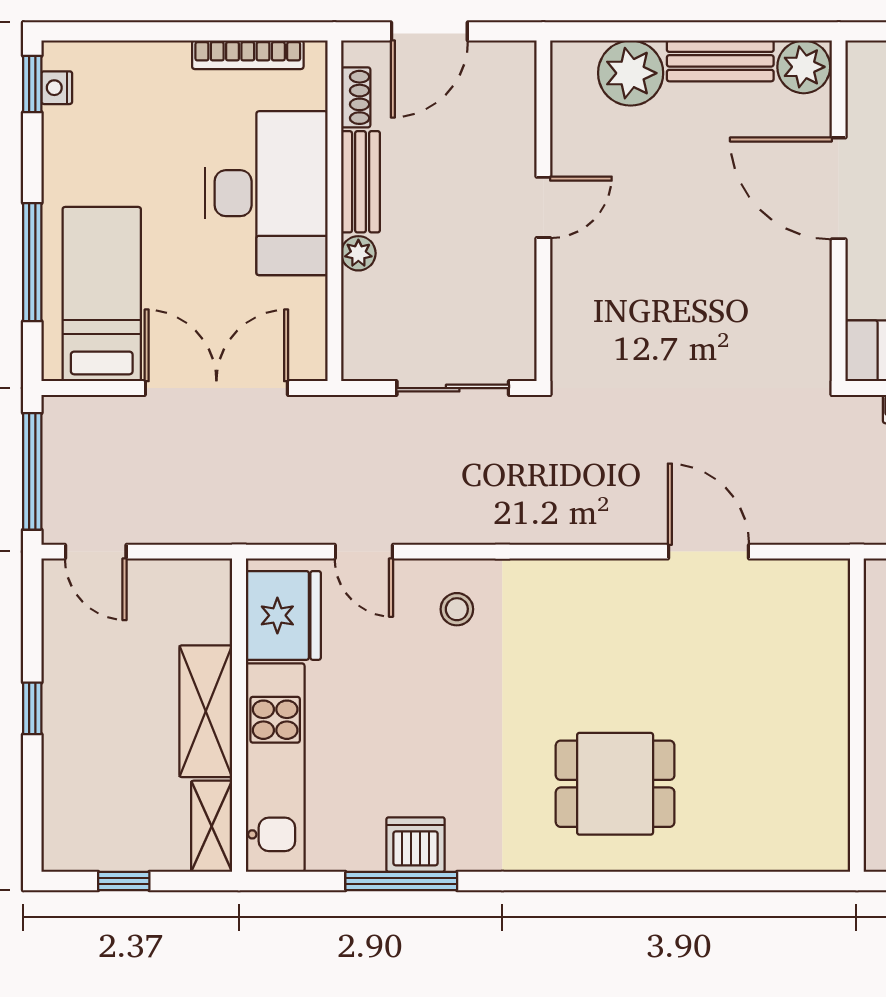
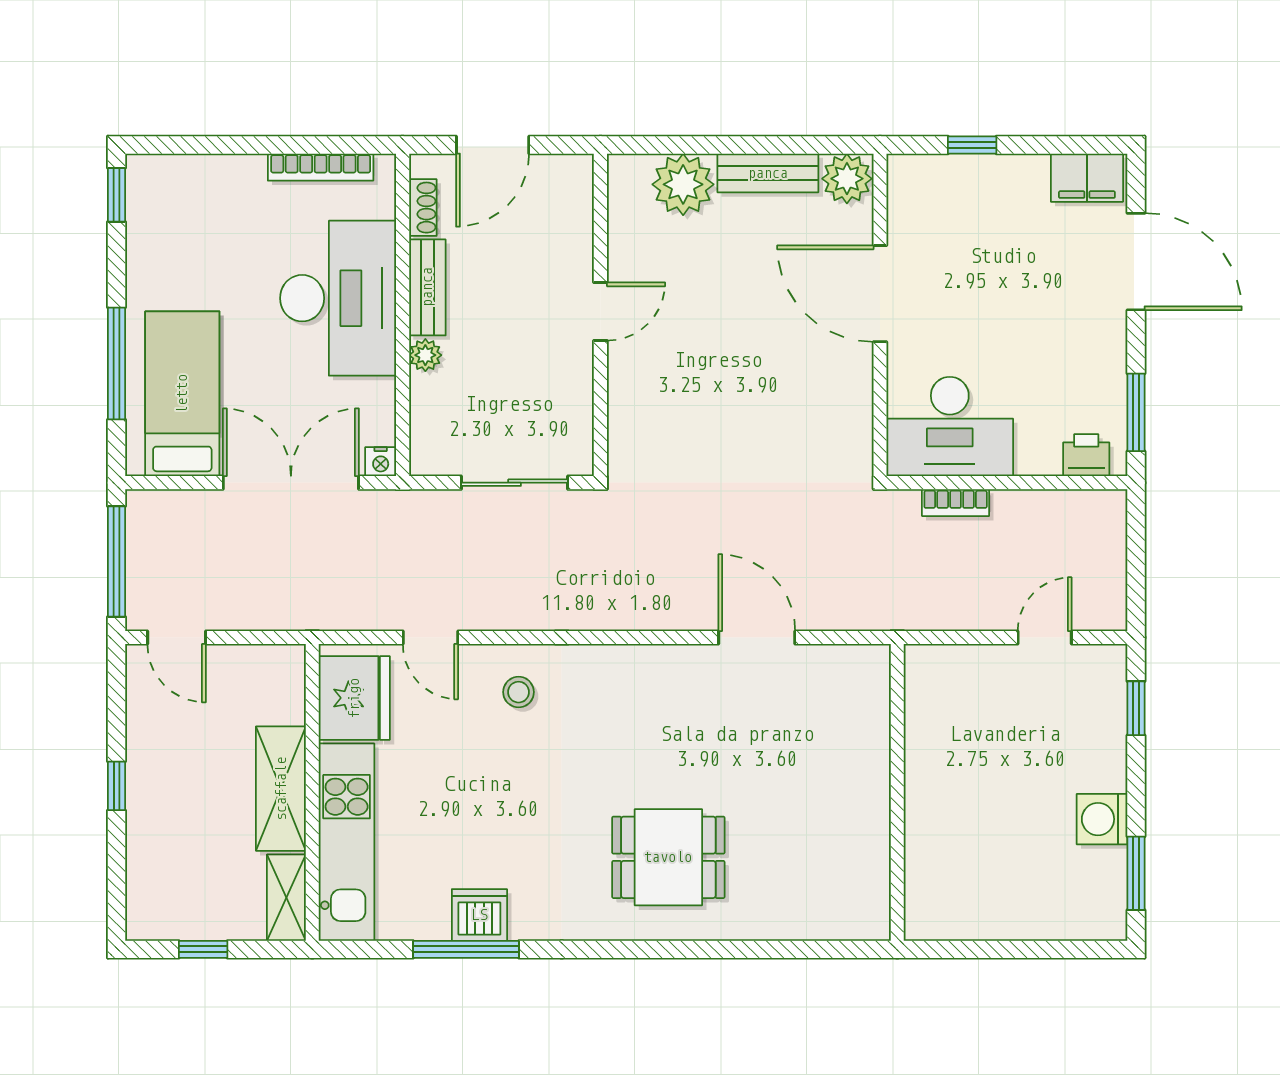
nightstand: (57, 88) -> (381, 462), moved, turned -90

